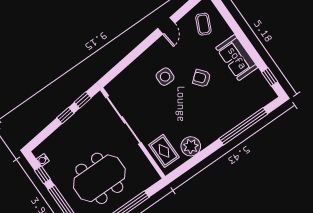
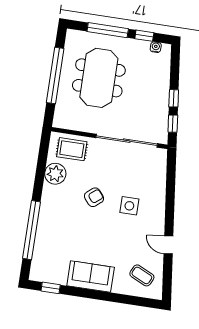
armchair: (202, 78) -> (94, 197), moved

